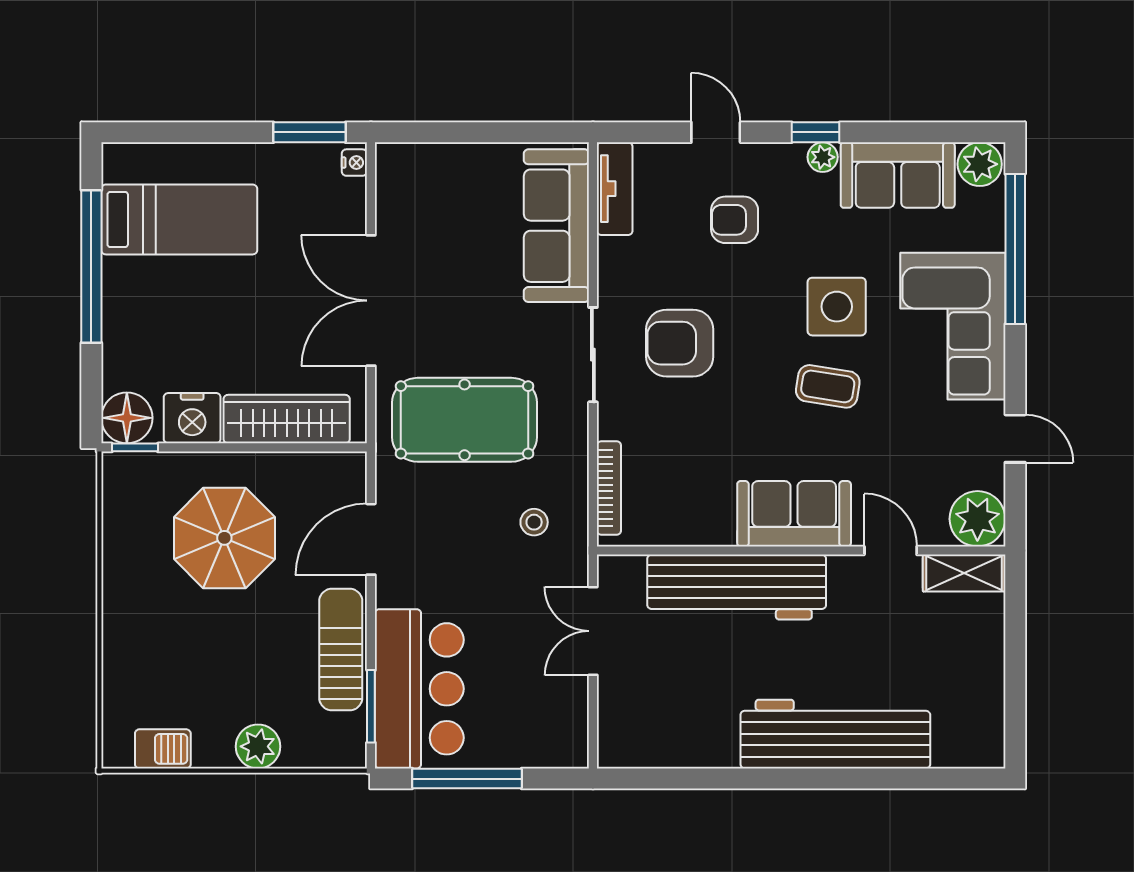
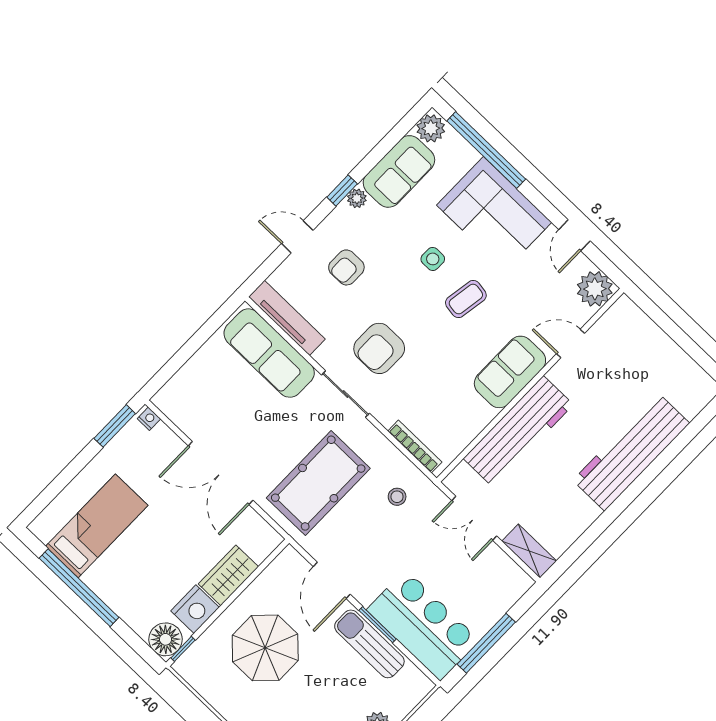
tv unit: (615, 189) -> (287, 318), width x1.41
side table: (837, 307) -> (433, 259), width x0.54, depth x0.54
wardrobe: (287, 419) -> (228, 575), width x0.67
door: (1015, 439) -> (574, 235), swing flipped
shelving: (964, 573) -> (529, 551), moved, turned 90
window: (371, 706) -> (378, 625), moved

